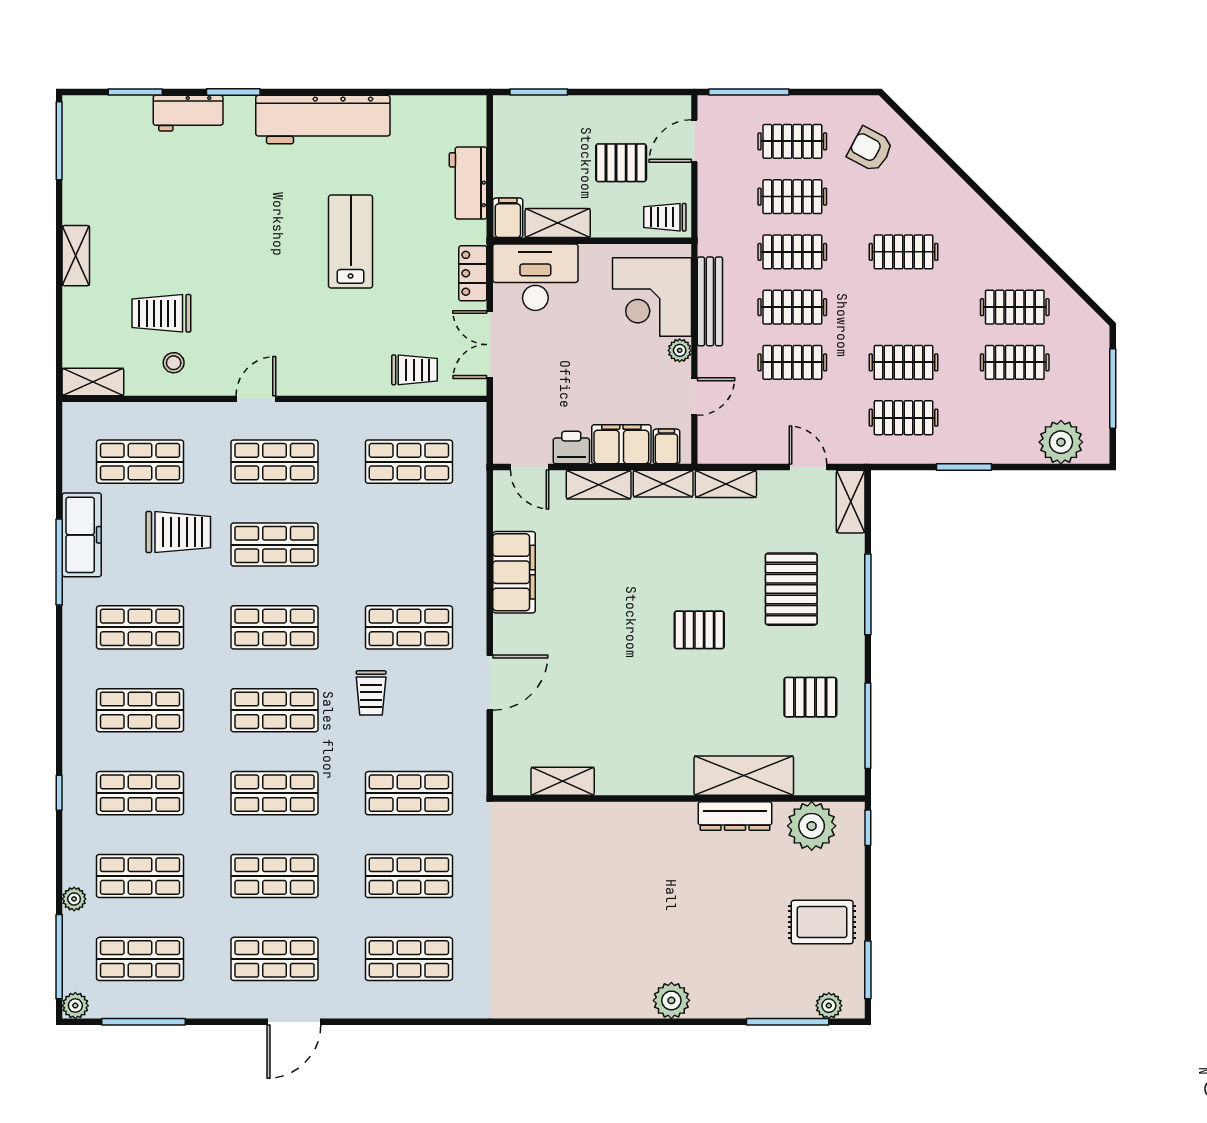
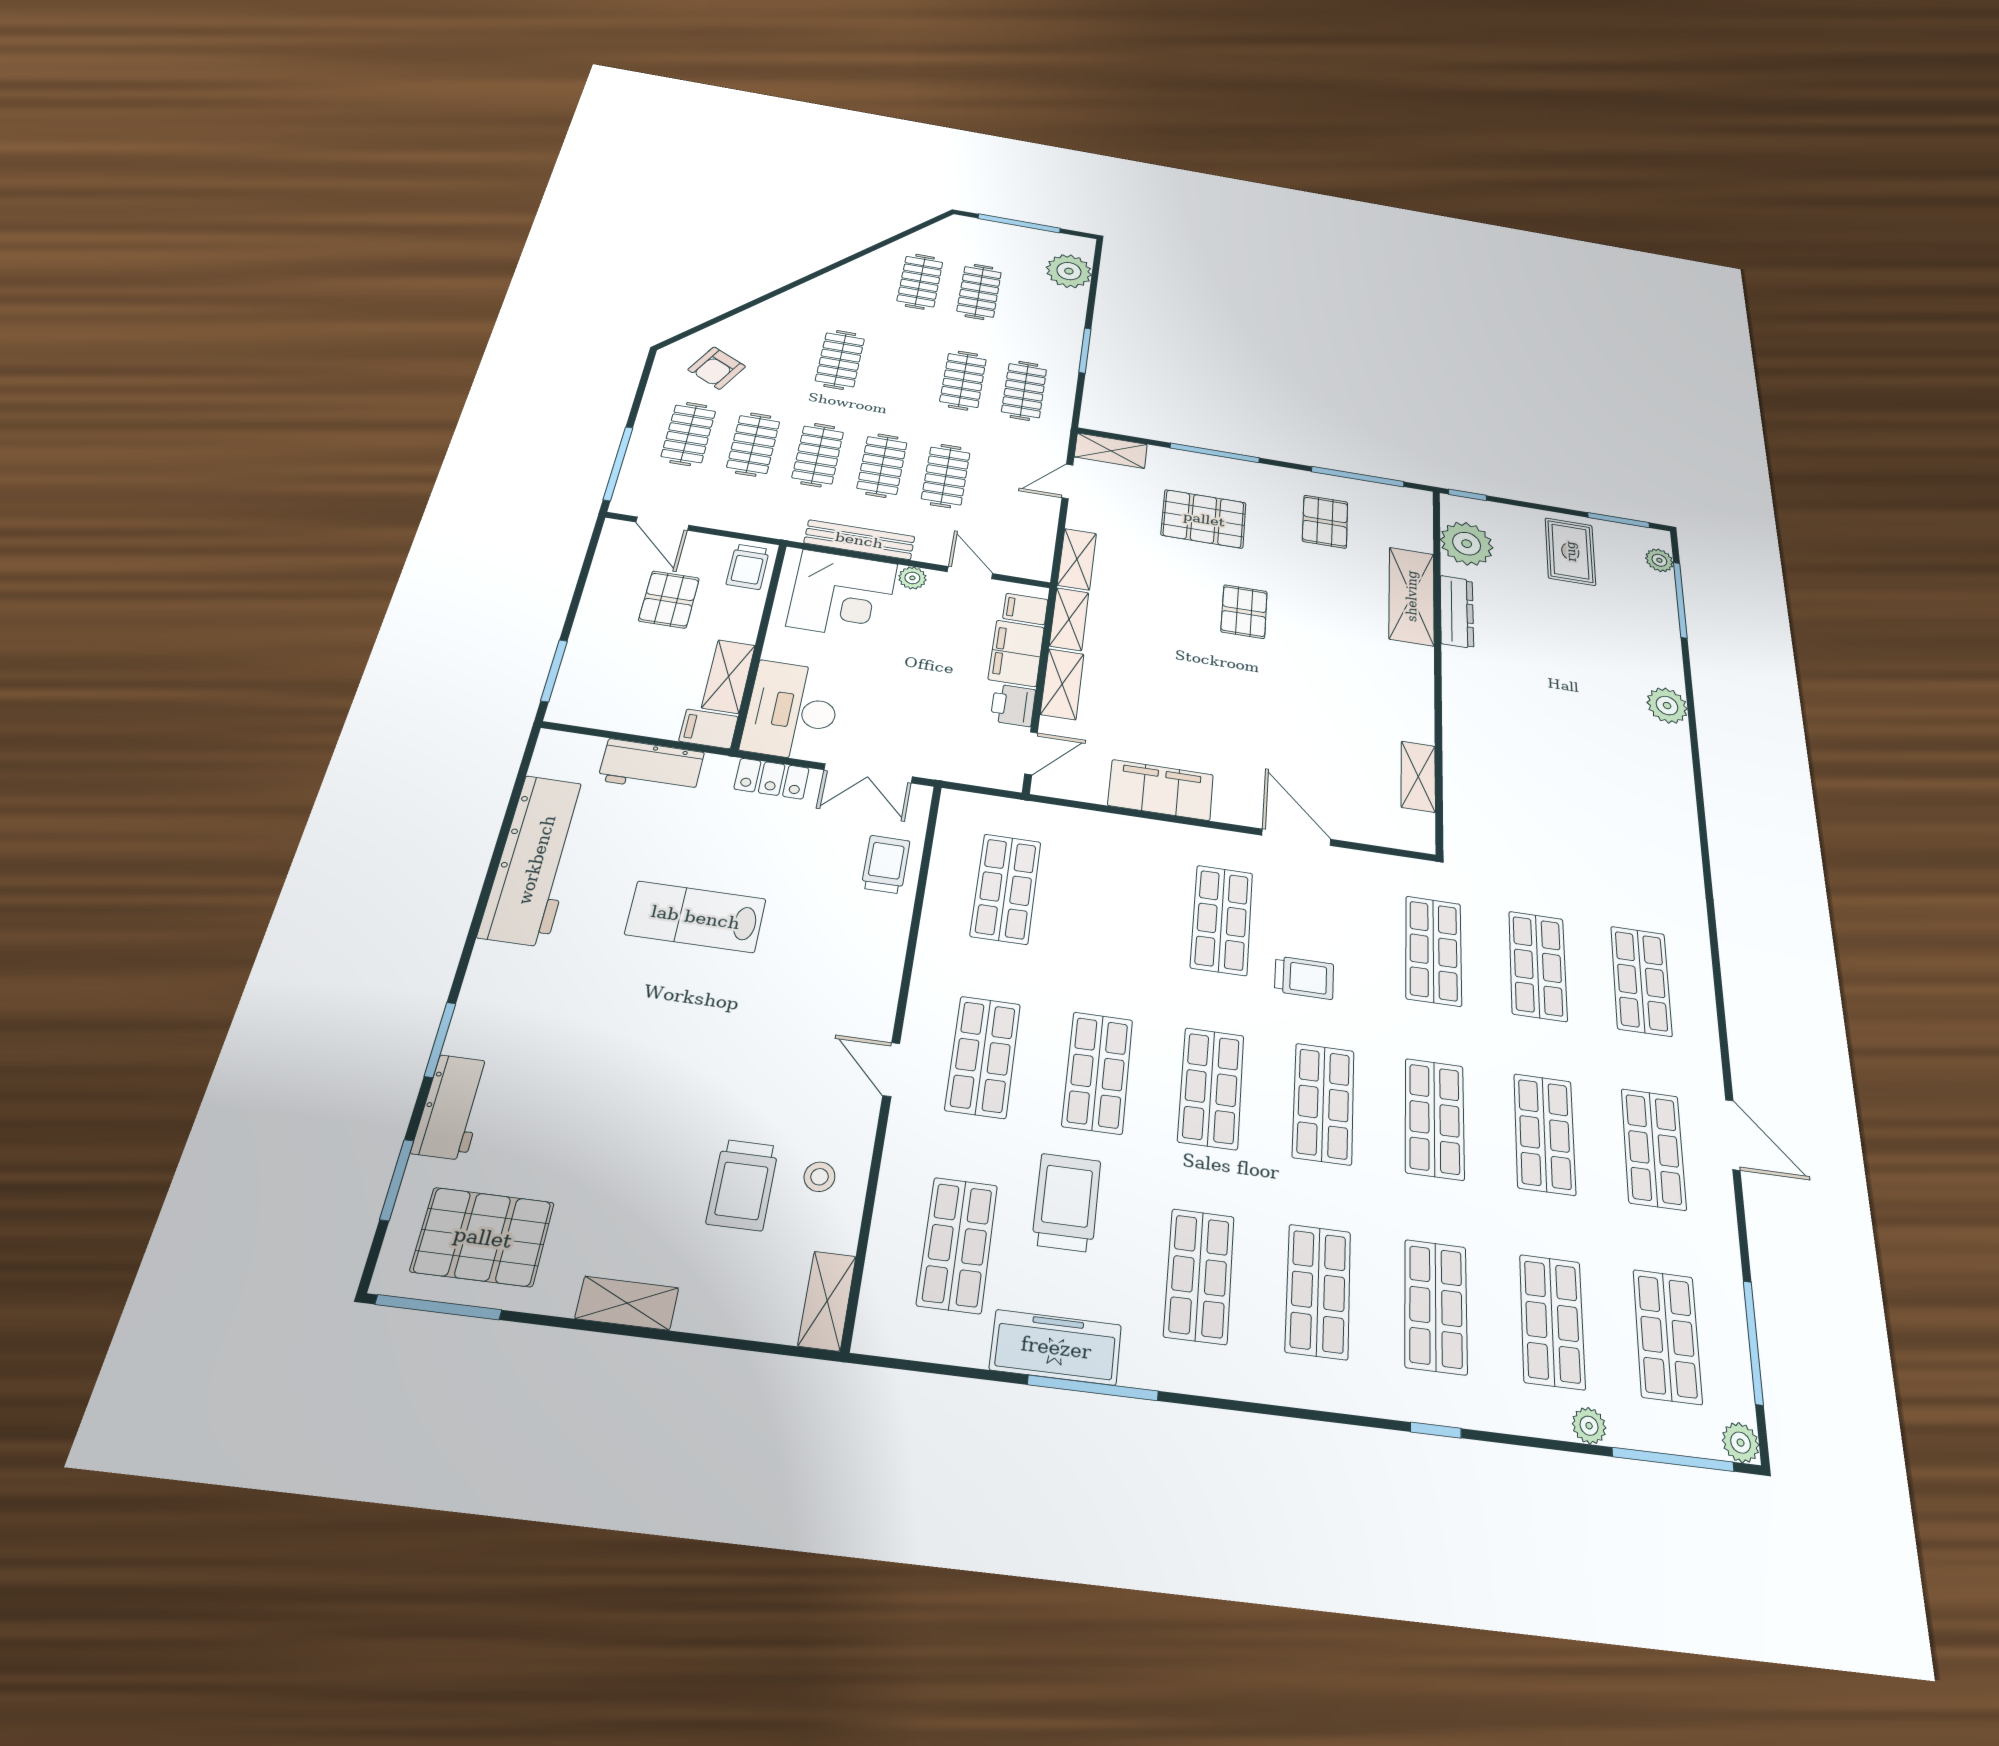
workbench: (323, 120) -> (536, 860), moved
pallet: (106, 156) -> (483, 1237), added

